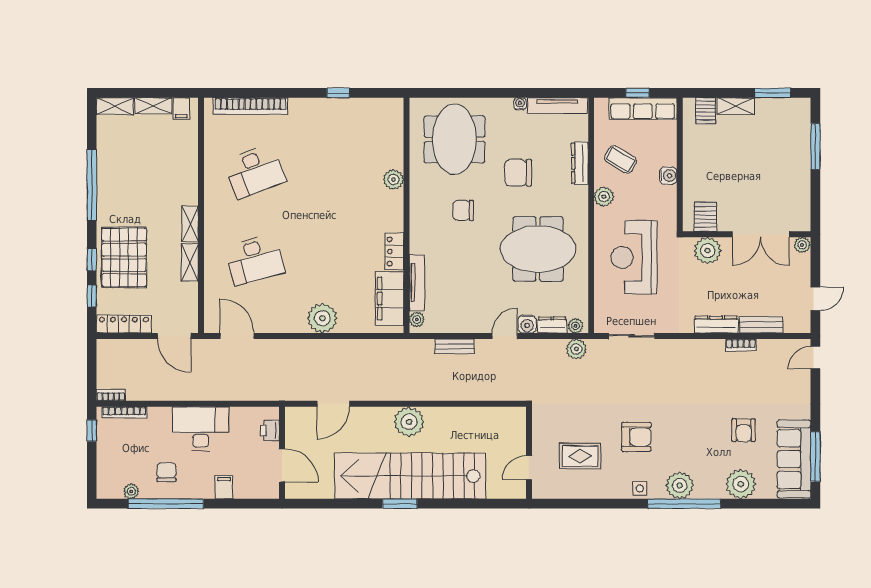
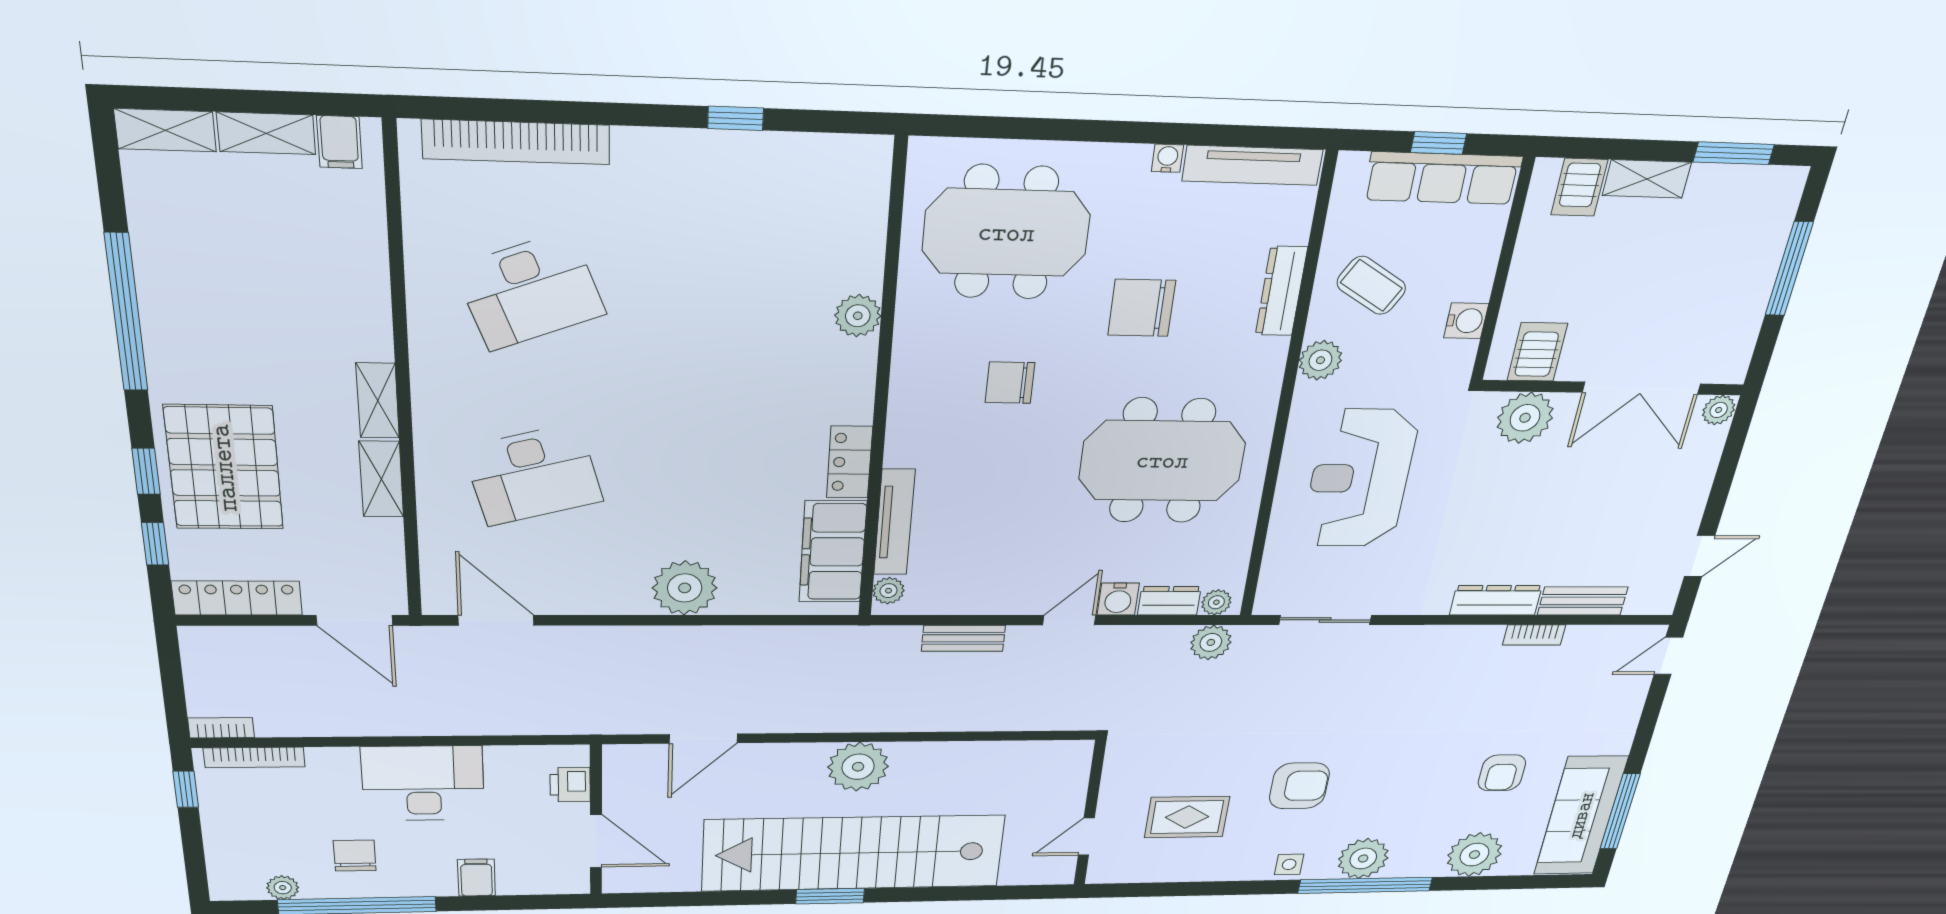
meeting table: (454, 139) -> (1006, 233), turned 90
server rack: (705, 217) -> (1537, 352), moved
wall: (747, 234) -> (1613, 388), moved
double door: (761, 234) -> (1641, 388), moved
plant: (802, 245) -> (1719, 410), moved
plant: (708, 251) -> (1525, 418), moved

